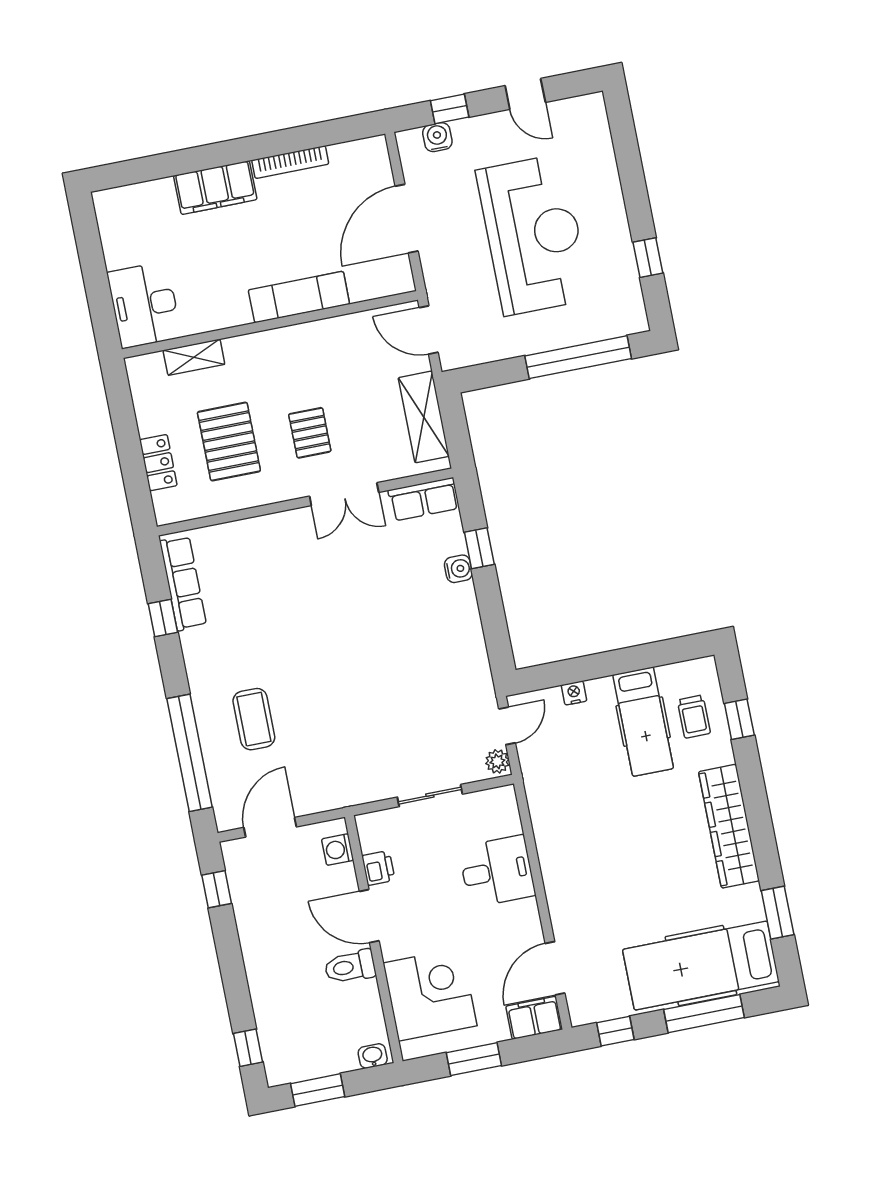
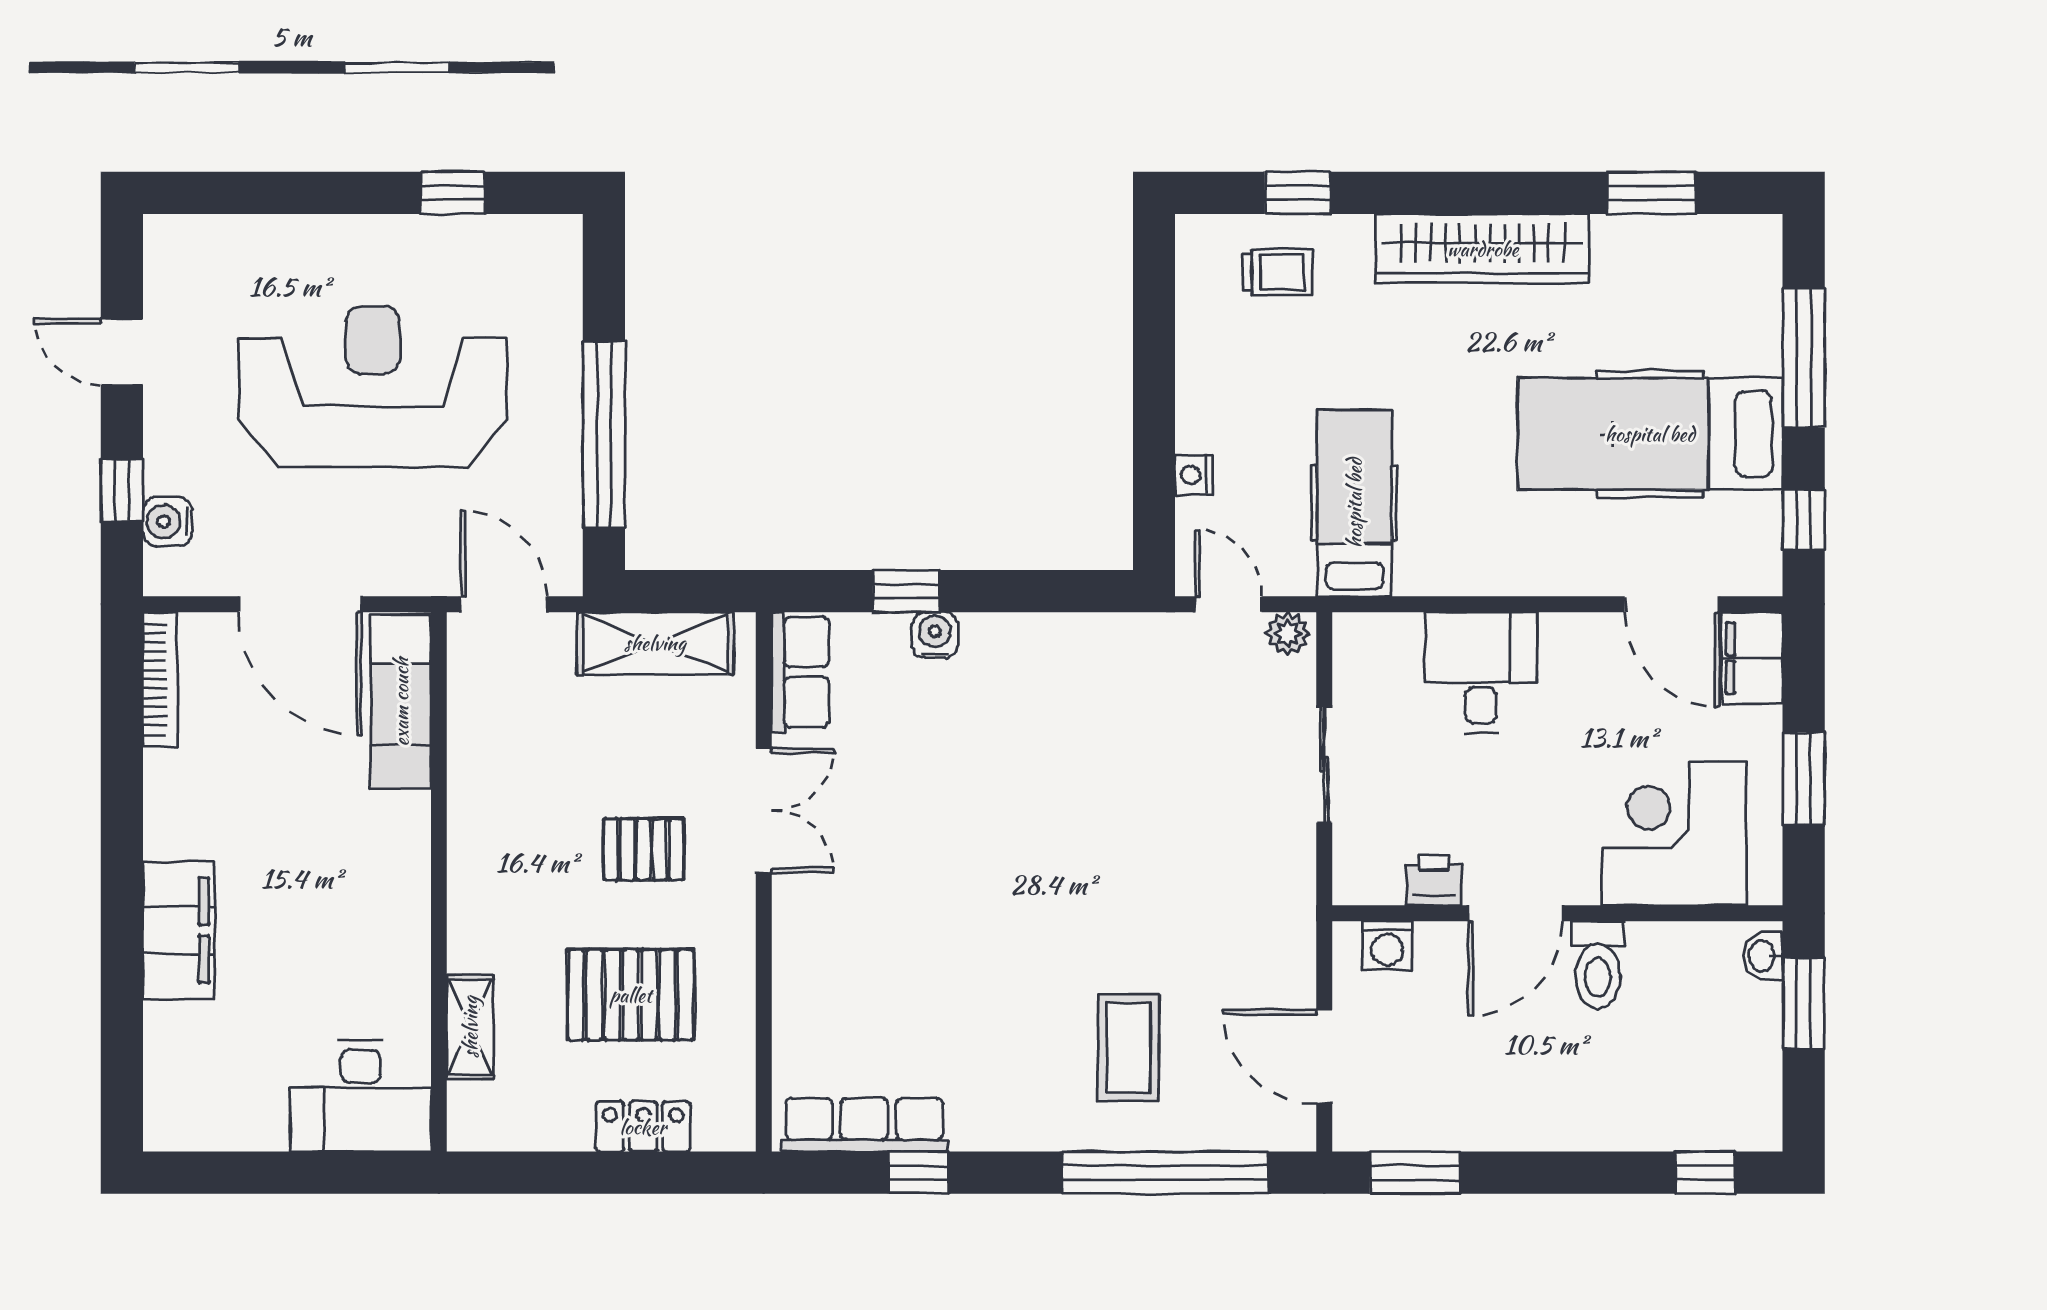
door: (525, 94) -> (122, 352), swing flipped
bookcase: (290, 162) -> (160, 679), moved
exam couch: (299, 297) -> (401, 702), moved
door: (429, 330) -> (504, 604), swing flipped
window: (578, 357) -> (604, 435), moved
coffee table: (254, 719) -> (1128, 1048), turned 90
hospital bed: (643, 722) -> (1354, 503), moved, turned -90
window: (217, 889) -> (1415, 1173), width x1.50
hospital bed: (701, 966) -> (1650, 434), moved, turned 90
window: (318, 1090) -> (1804, 1003), moved

